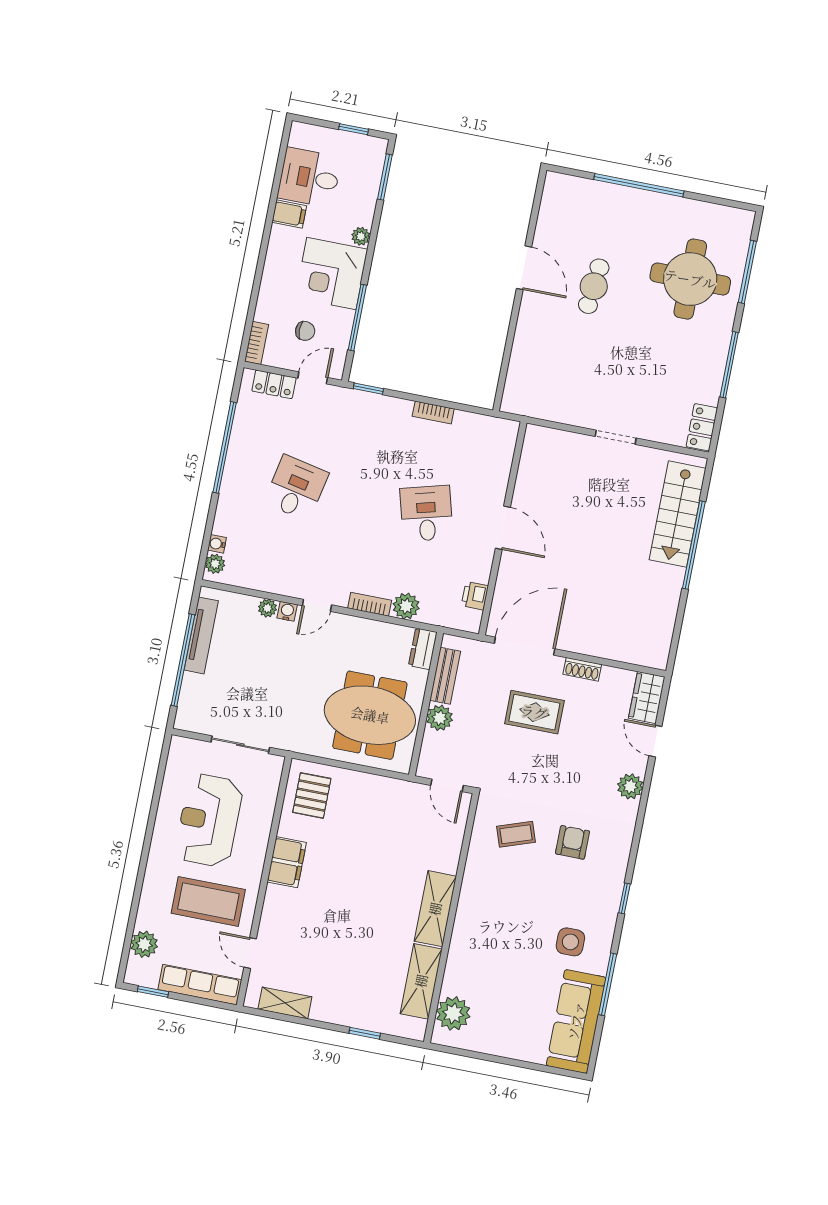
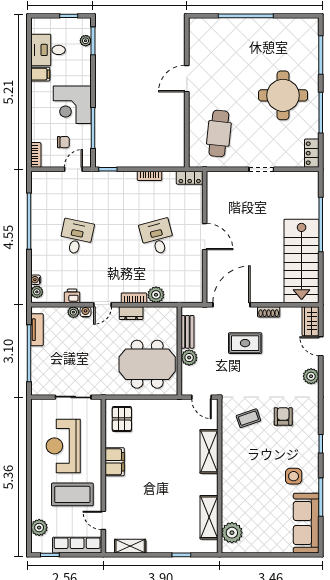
plant: (361, 236) -> (86, 41), moved
door: (524, 268) -> (187, 79), swing flipped
round table: (690, 279) -> (283, 95), moved
cafe table: (594, 286) -> (219, 133), moved, width x1.37, depth x1.35
locker: (274, 384) -> (190, 178), moved
stairs: (678, 514) -> (302, 261), moved, width x1.36, depth x1.51
printer: (475, 596) -> (72, 296), moved, turned 90
tv unit: (201, 635) -> (37, 330), width x0.71
dresser: (423, 649) -> (131, 313), moved, turned -90
shelving: (435, 909) -> (209, 451), moved

